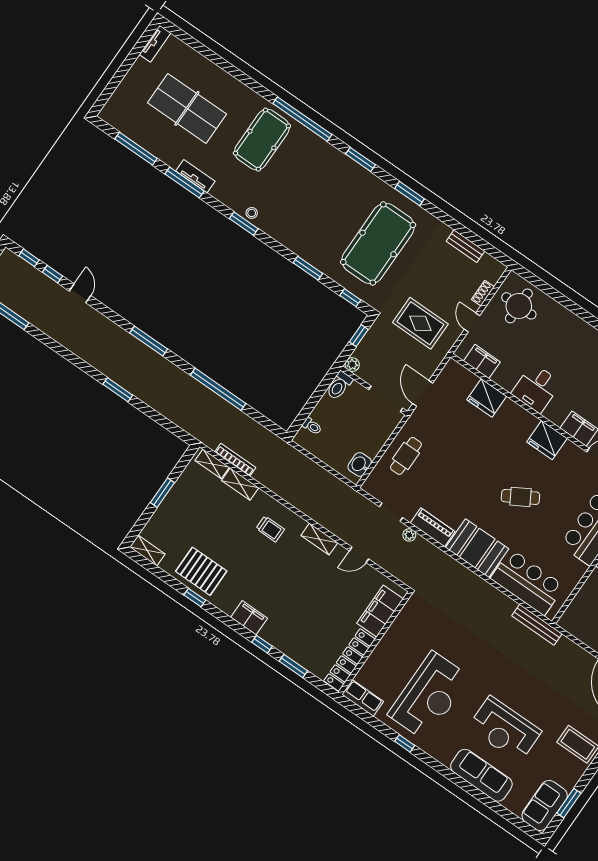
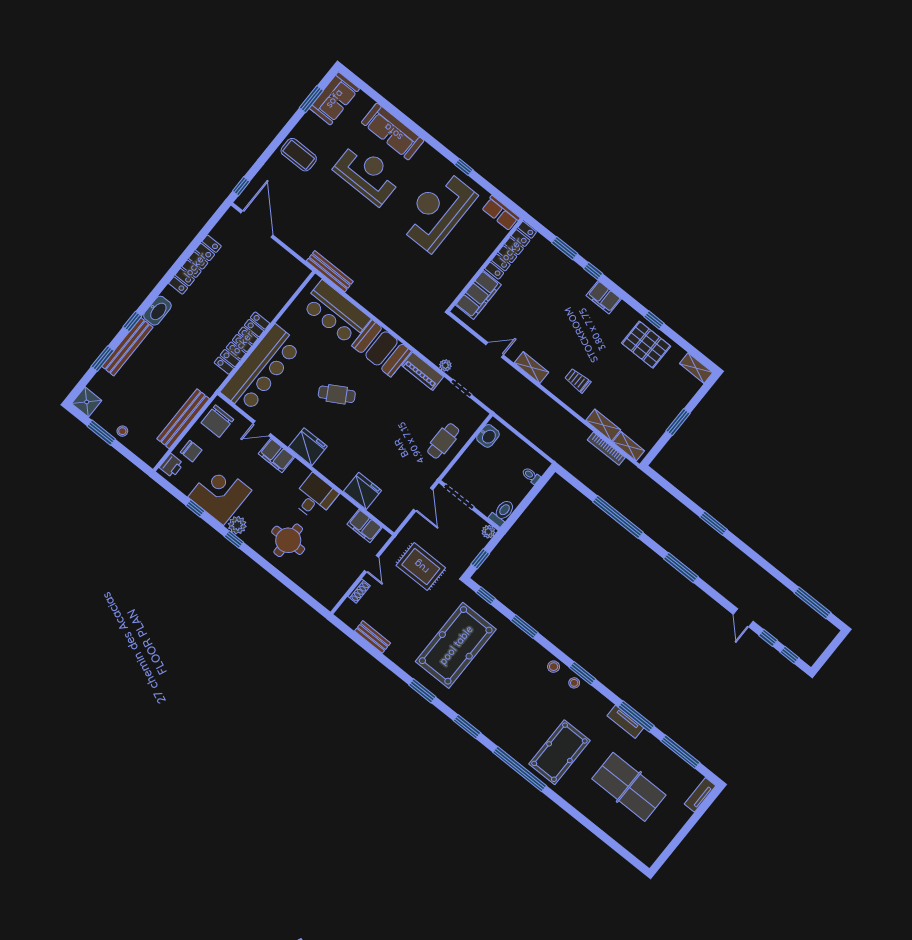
tv unit: (155, 44) -> (700, 795), moved
stool: (274, 228) -> (554, 667), added
round table: (519, 306) -> (288, 540), moved

